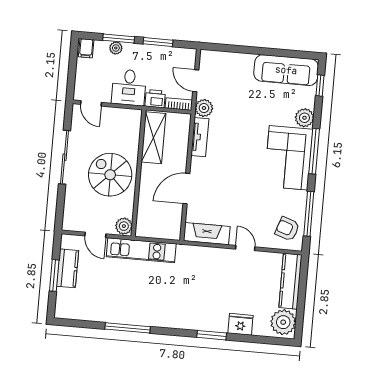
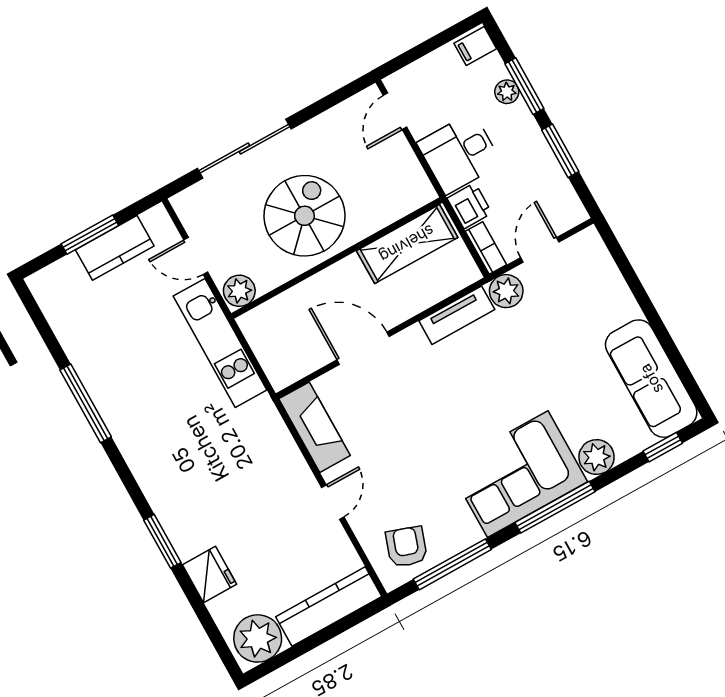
sliding door: (64, 157) -> (244, 149), moved
door: (95, 235) -> (196, 256), hinge flipped

